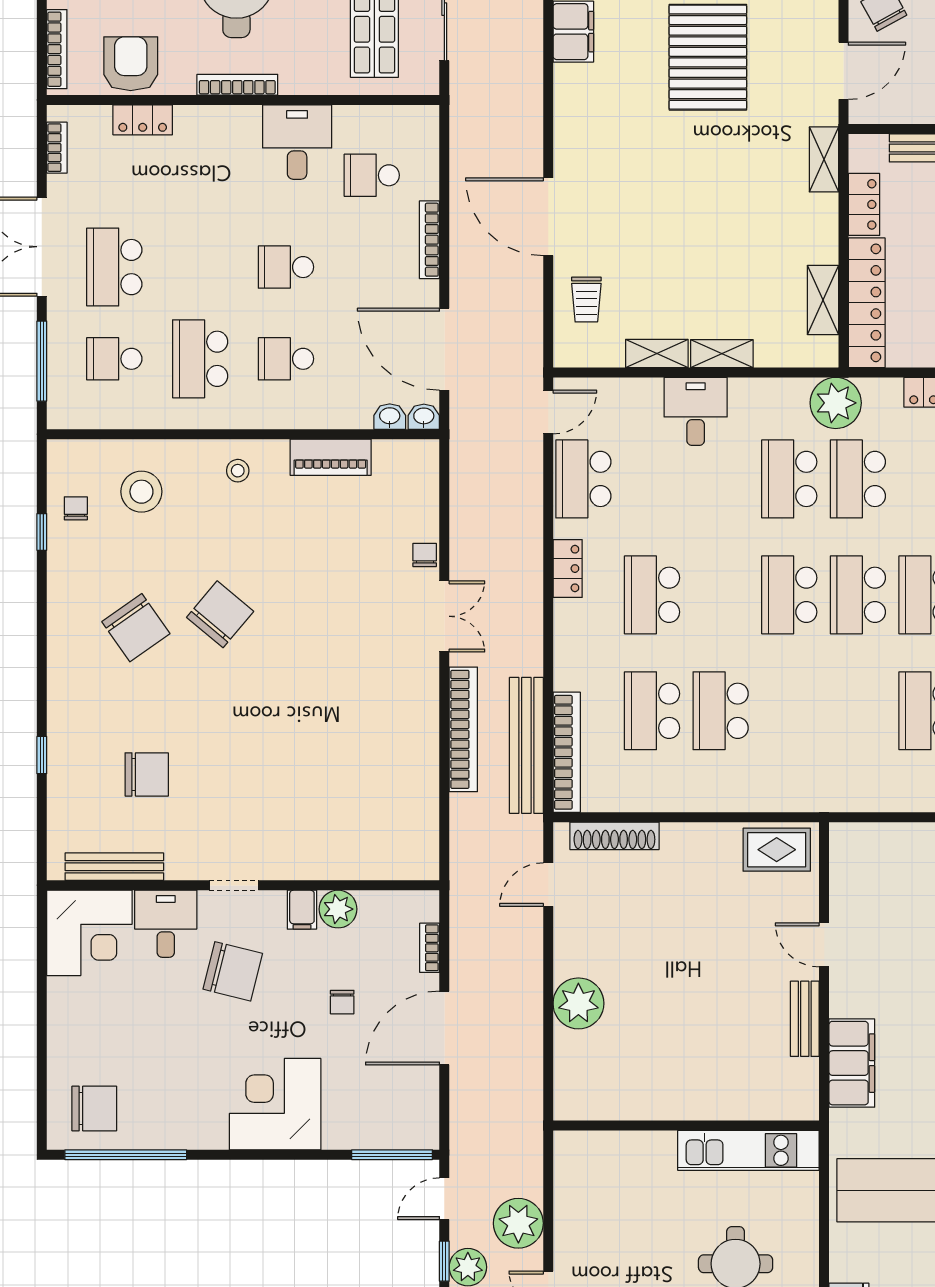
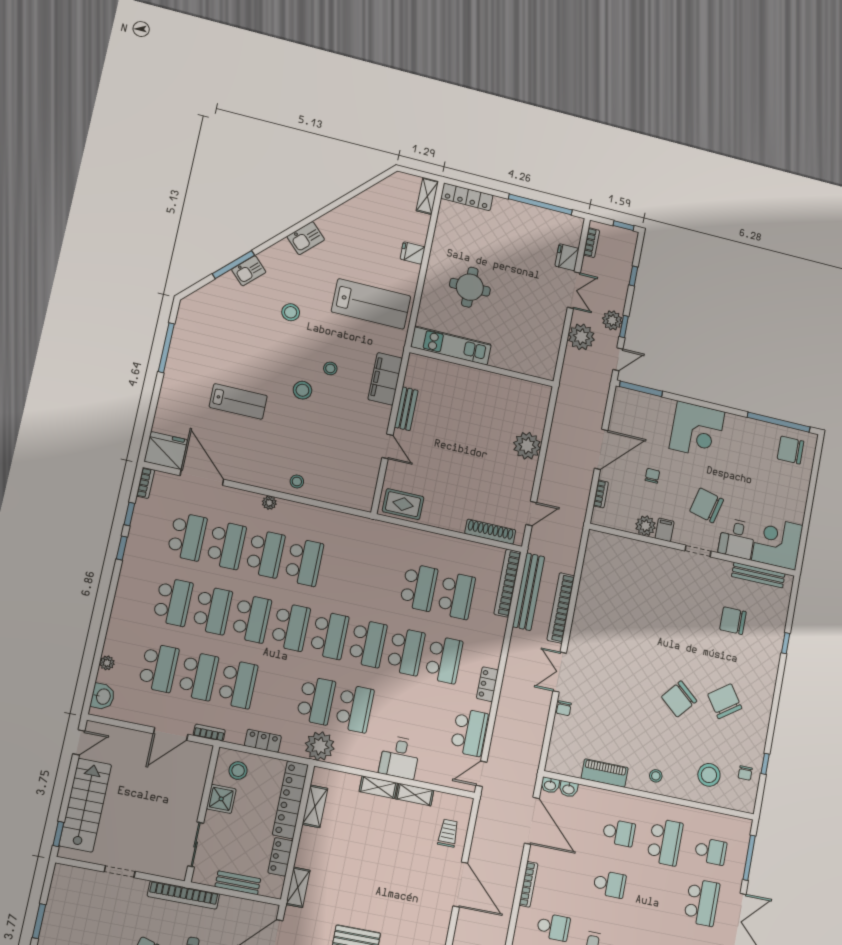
school desk: (721, 595) -> (406, 652), added

